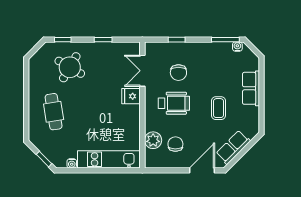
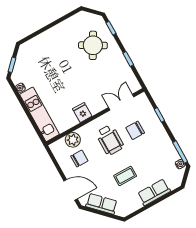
fridge: (131, 96) -> (82, 113), moved
cafe table: (54, 112) -> (52, 52), removed

